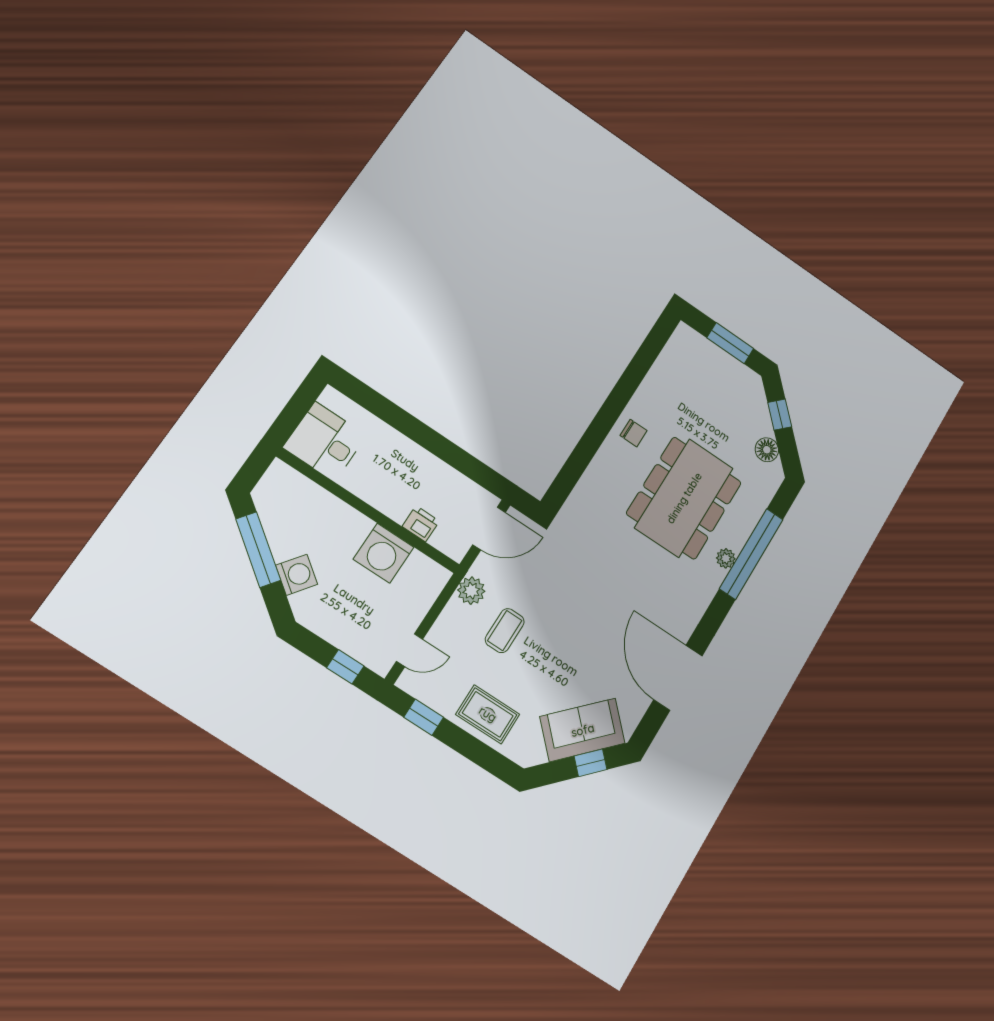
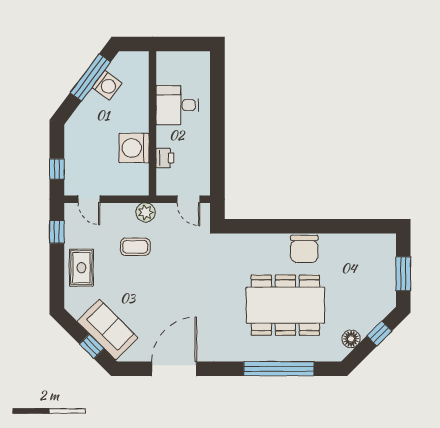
chair: (634, 433) -> (304, 249), width x1.87, depth x1.87
desk: (325, 442) -> (177, 105), moved, turned -90
door: (489, 528) -> (188, 199), width x0.73
plant: (726, 558) -> (265, 354), removed
washing machine: (297, 575) -> (107, 85), moved

